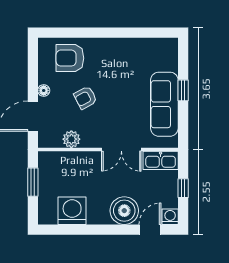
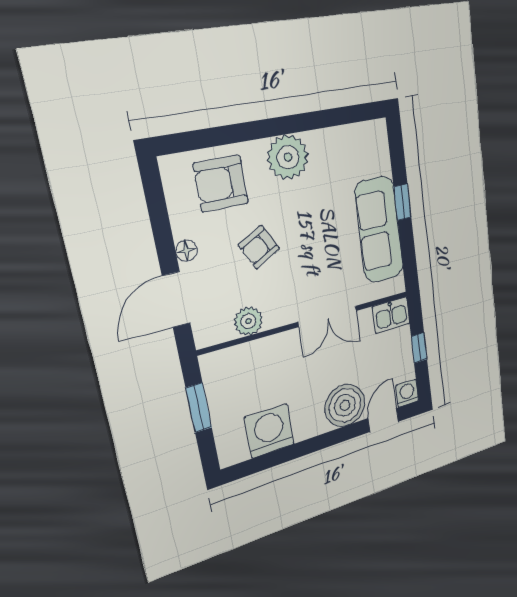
plant: (112, 50) -> (288, 157), added
kitchen sink: (161, 160) -> (391, 315), width x0.73

